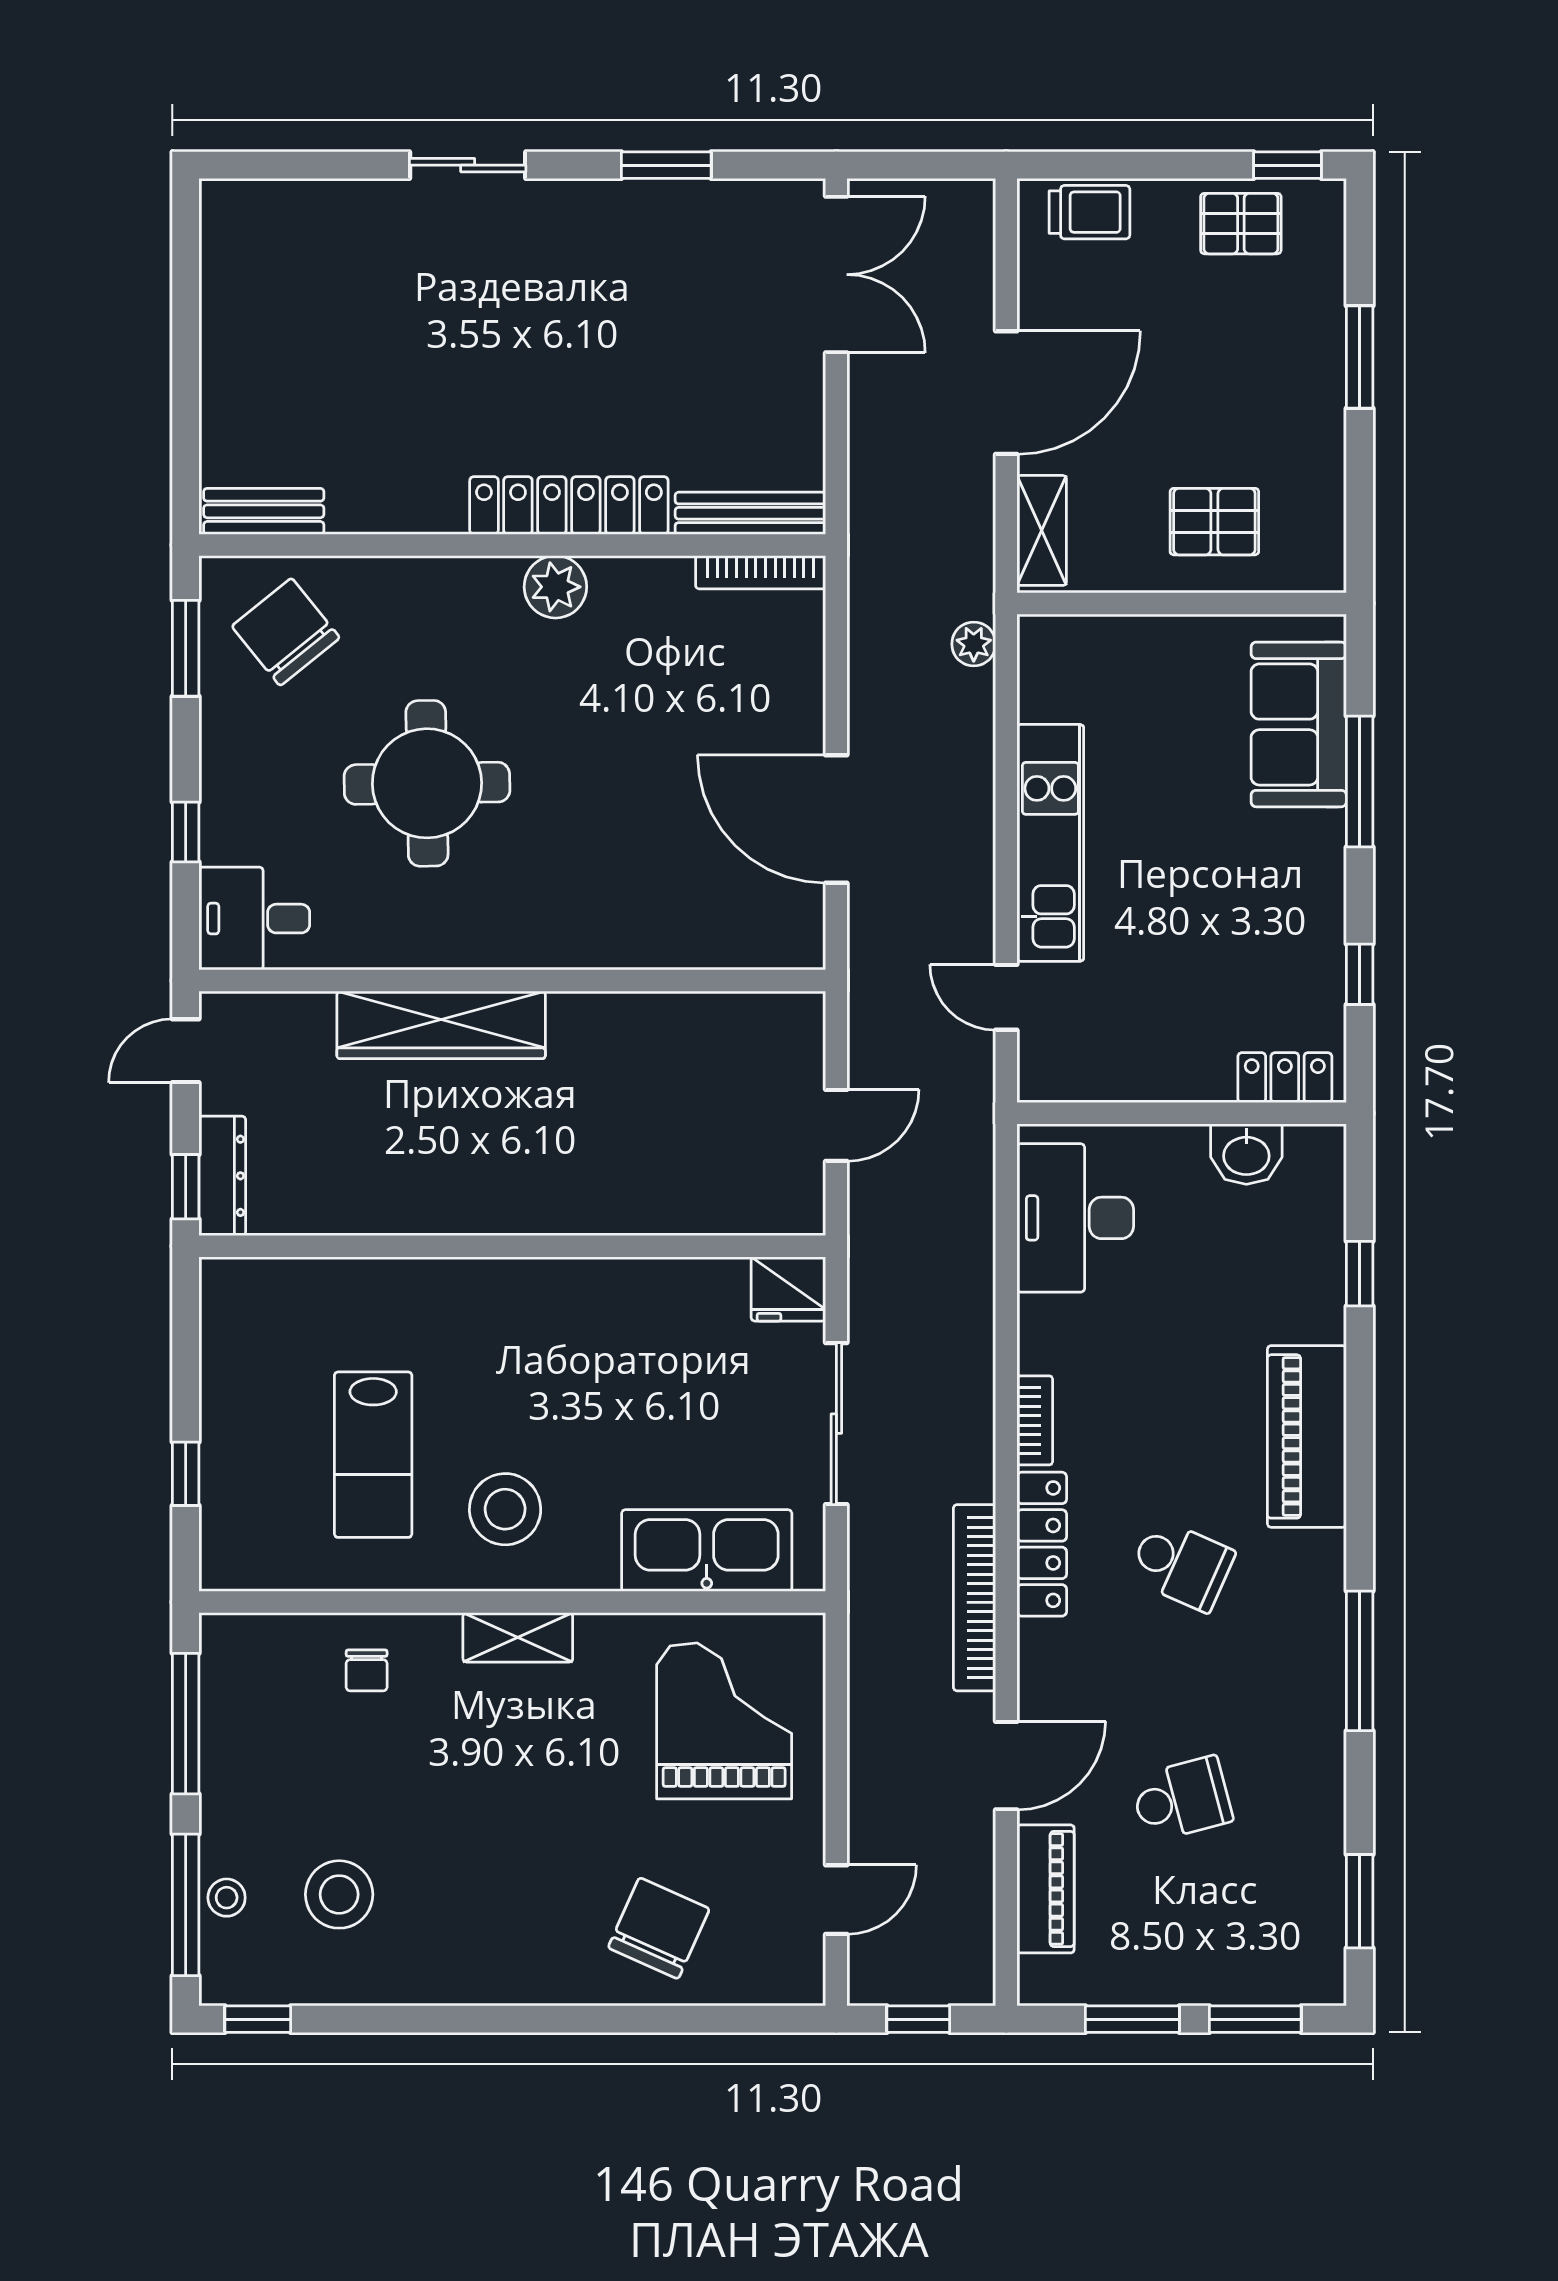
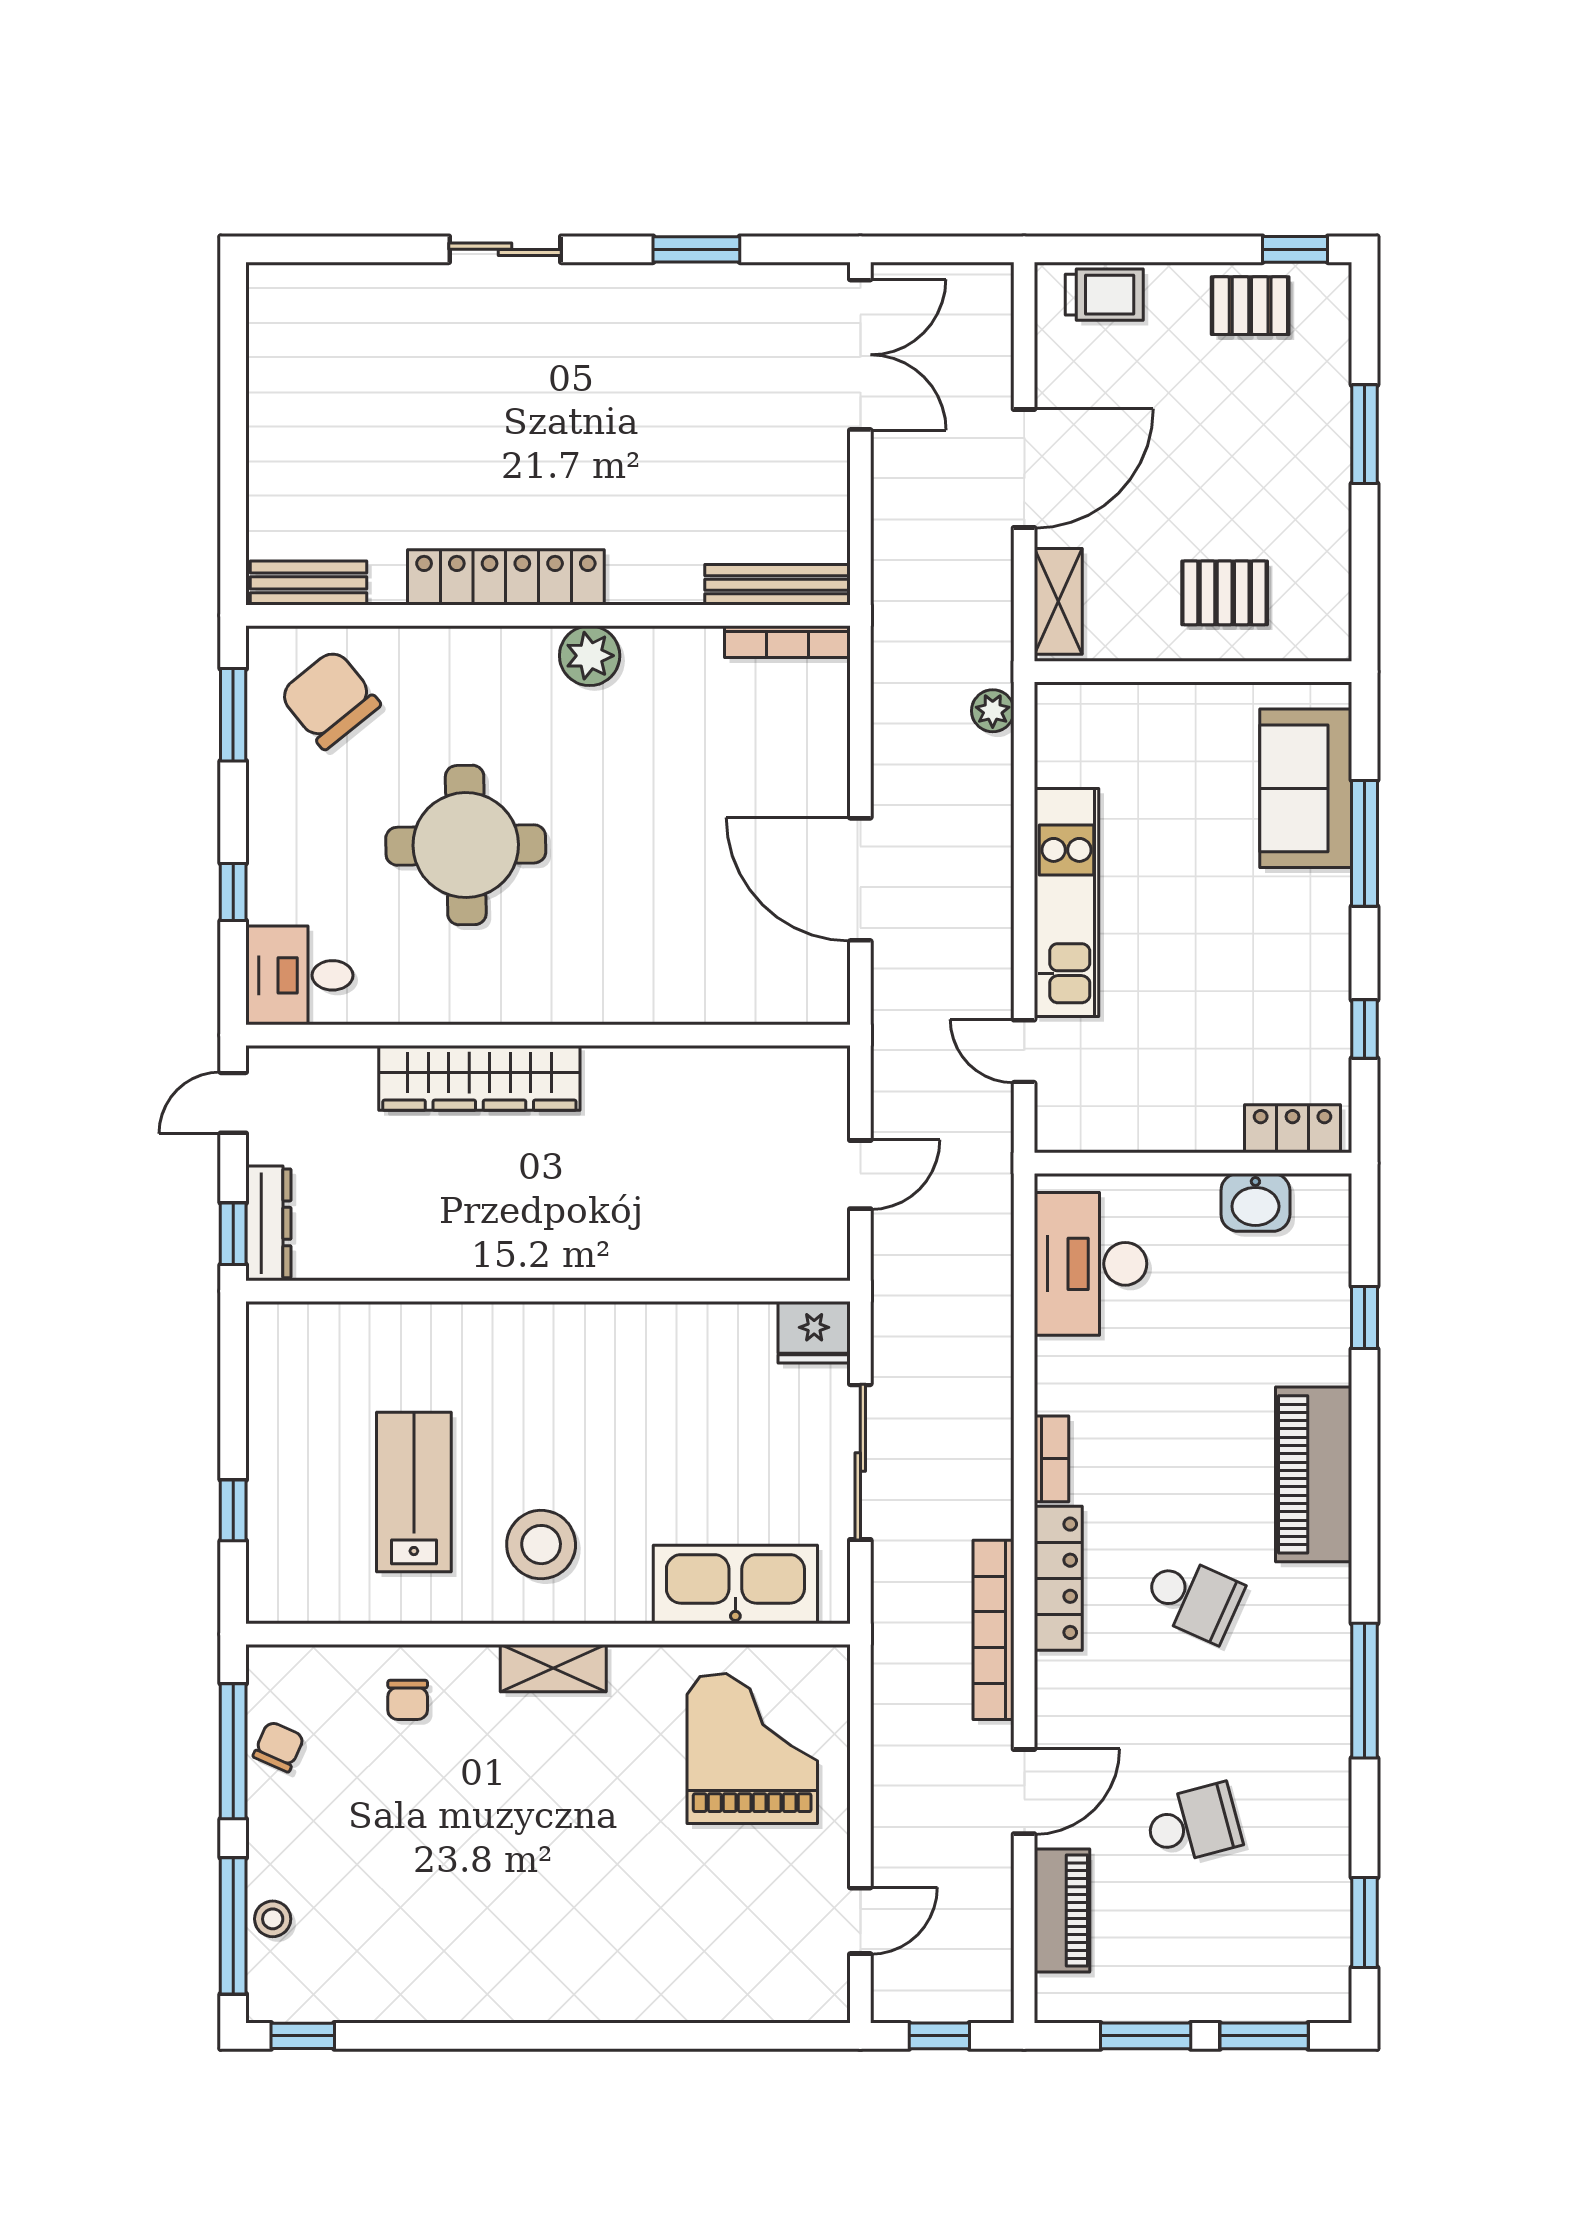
locker: (569, 505) -> (506, 577), moved
lab bench: (373, 1455) -> (414, 1492), turned 180
stool: (339, 1894) -> (381, 1916), removed
chair: (659, 1928) -> (279, 1747), moved, width x0.54, depth x0.54

